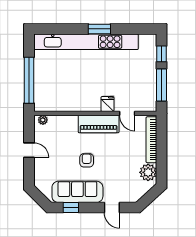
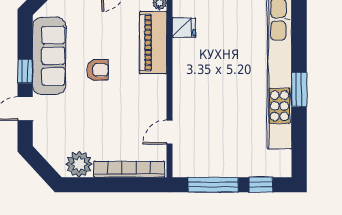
fridge: (107, 104) -> (184, 28), moved
piano: (99, 124) -> (153, 43), moved
window: (71, 208) -> (25, 71), moved

